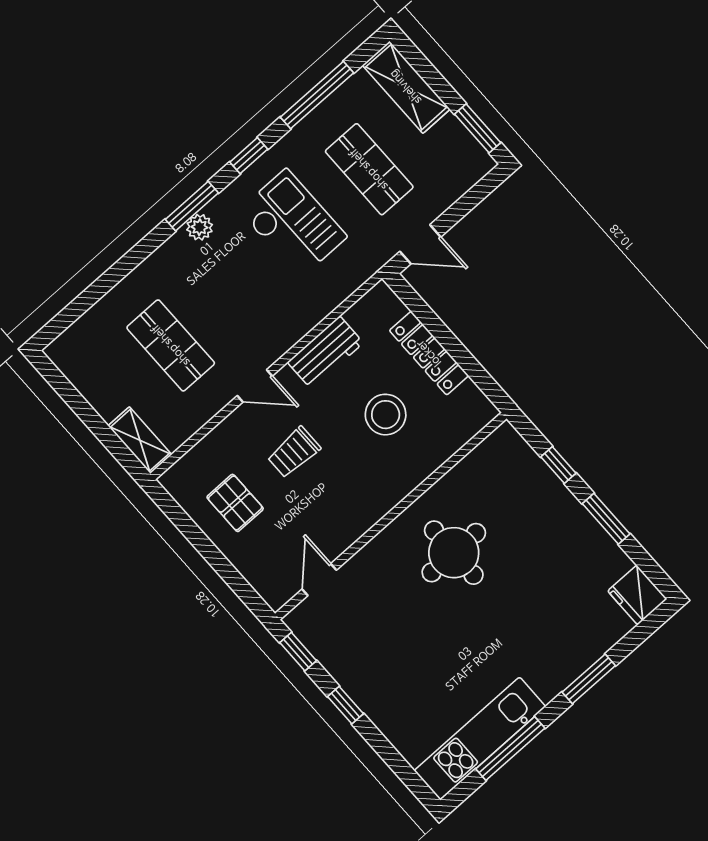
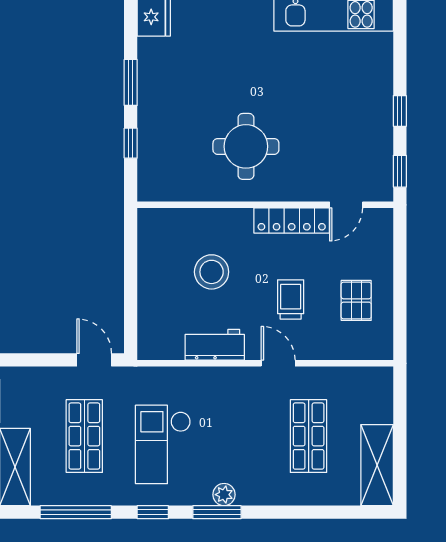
locker: (429, 353) -> (292, 220), moved, turned 90
shelving: (140, 440) -> (377, 465), moved, width x1.50, depth x1.33
trolley: (294, 452) -> (291, 299), turned -90

